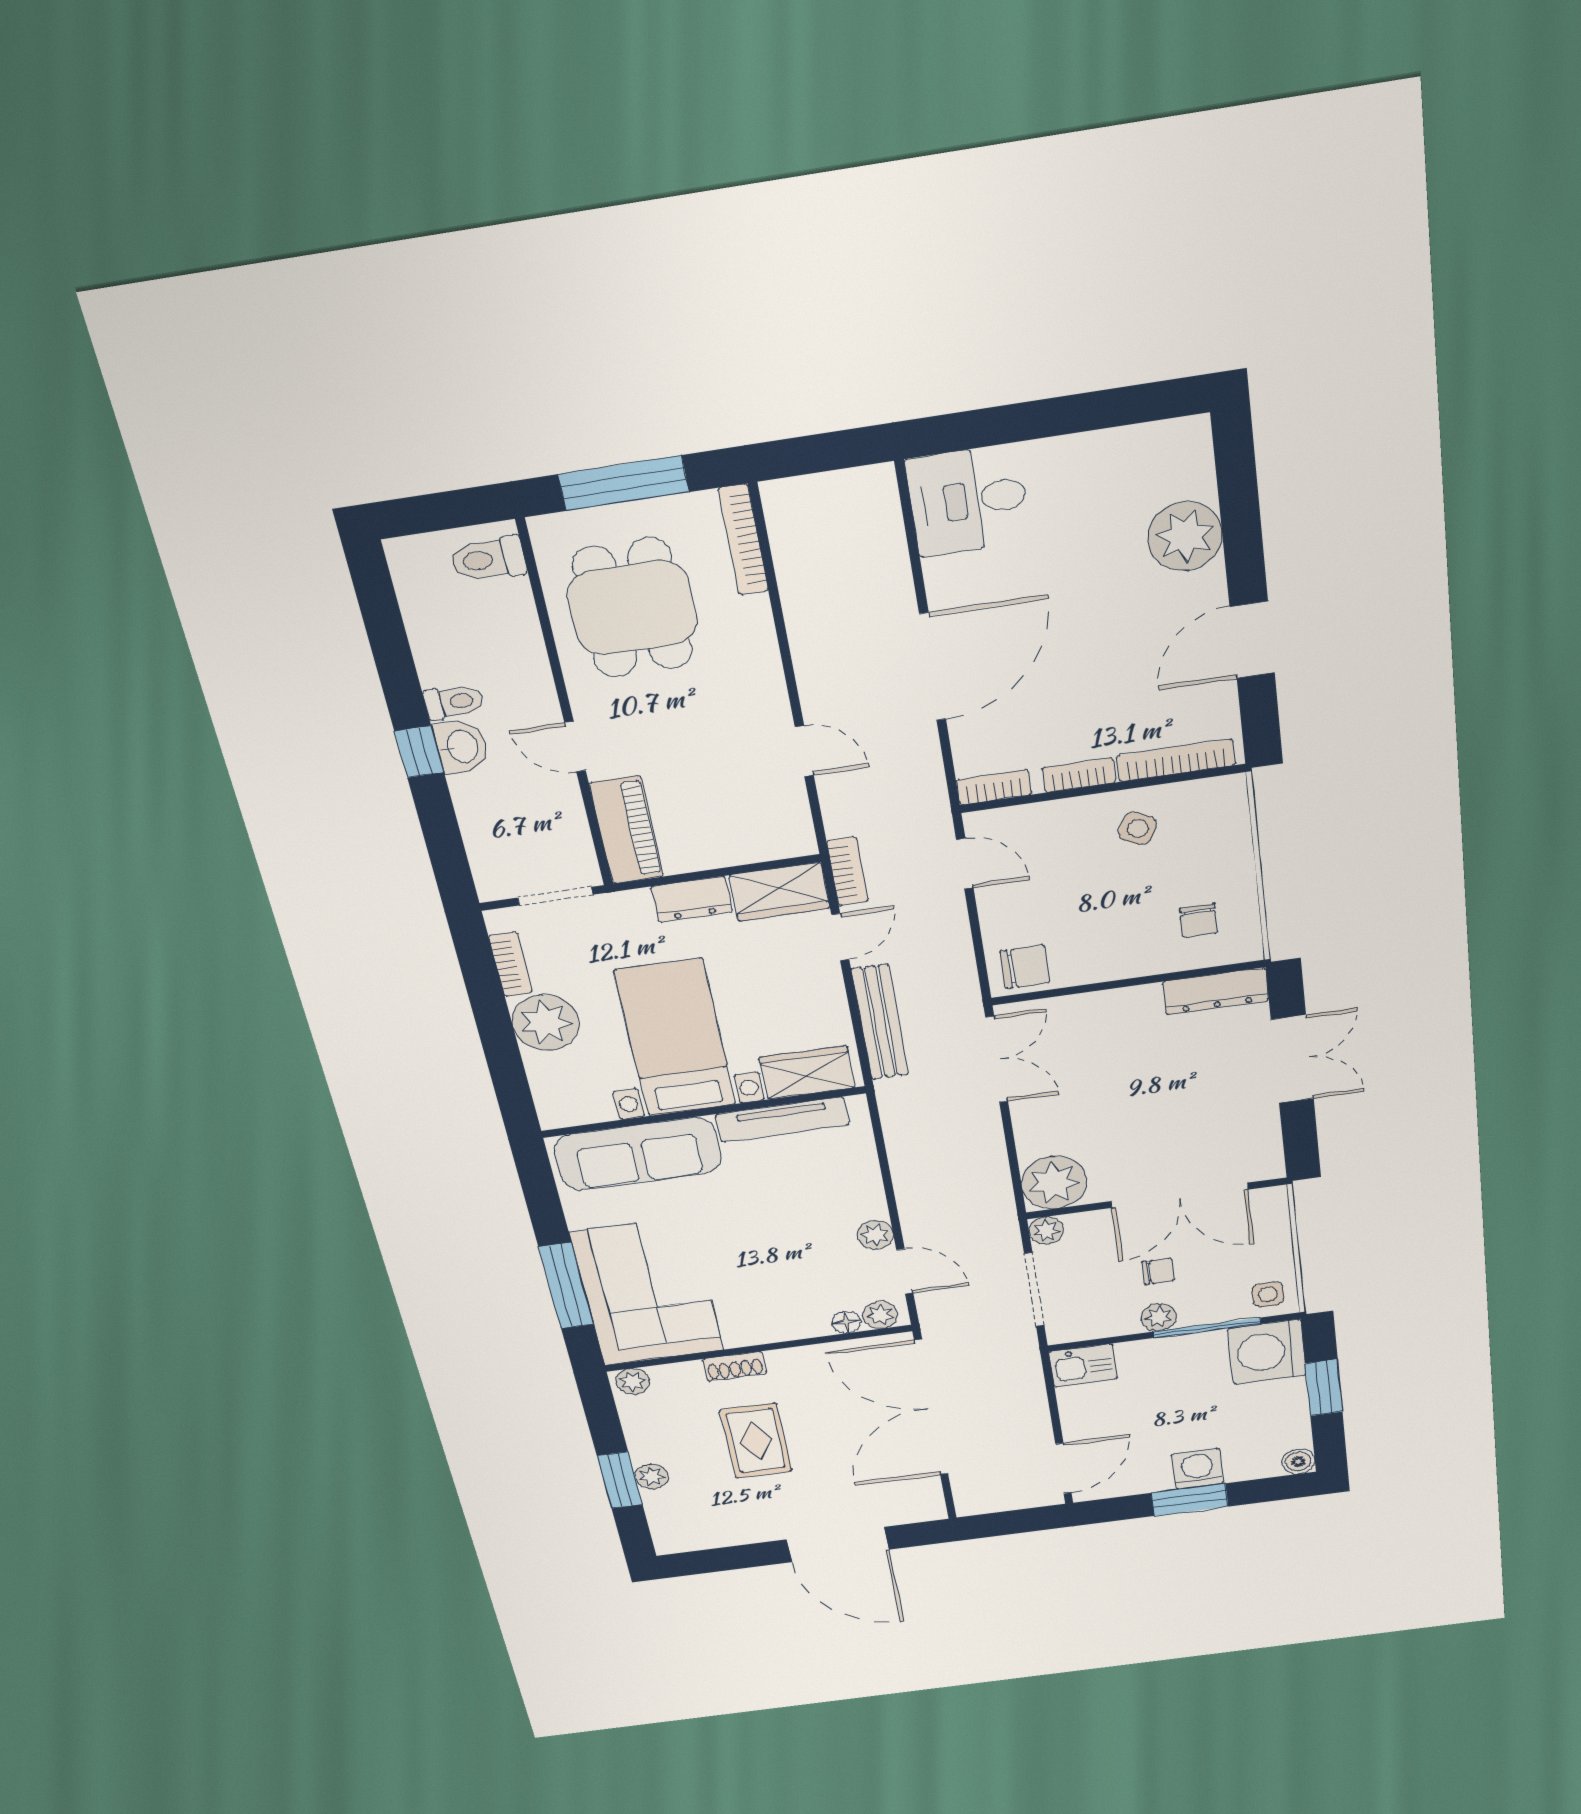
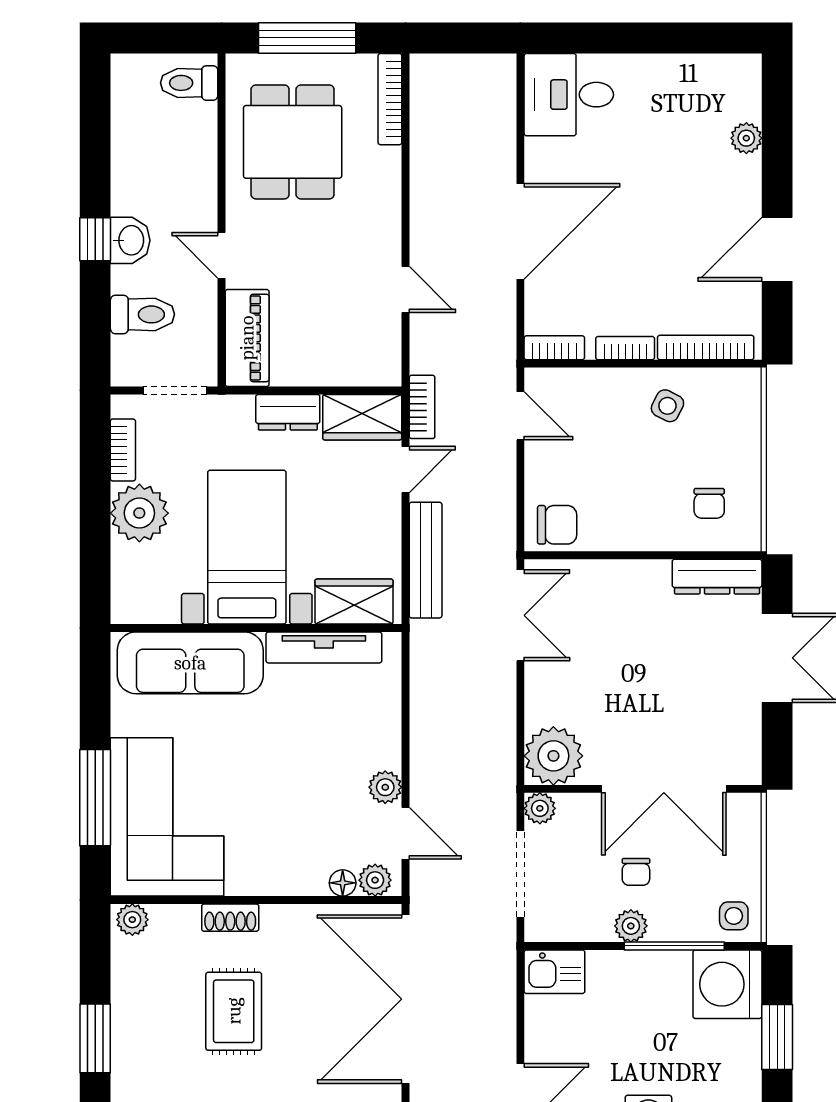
plant: (1185, 536) -> (746, 138), width x0.53, depth x0.53
toilet: (454, 702) -> (142, 314), moved, width x1.37, depth x1.39
chair: (1158, 1271) -> (636, 872), turned 90
plant: (652, 1476) -> (126, 1039), removed

